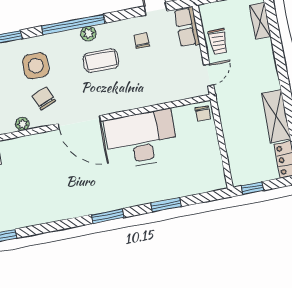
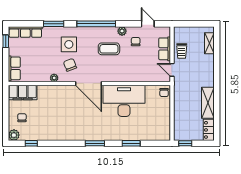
row of seats: (187, 27) -> (165, 49), moved
plant: (88, 34) -> (122, 31), moved
door: (209, 75) -> (172, 70), swing flipped

